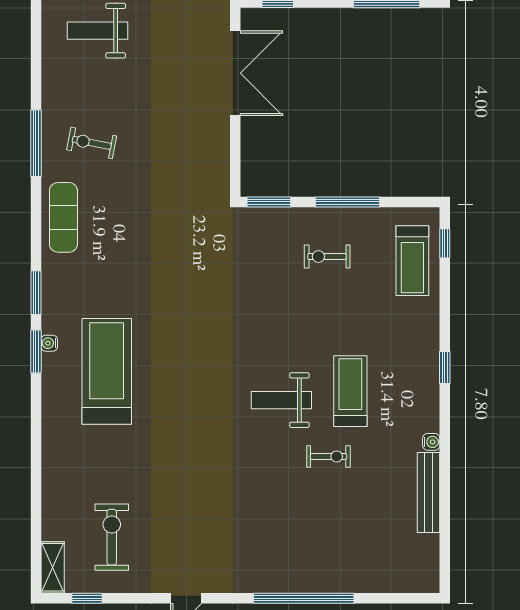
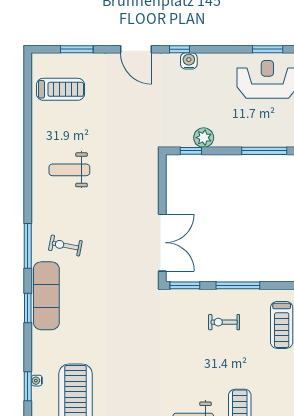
double door: (235, 73) -> (162, 243), moved
exercise mat: (63, 217) -> (46, 296), width x1.36, depth x1.45
window: (36, 293) -> (28, 308), moved

